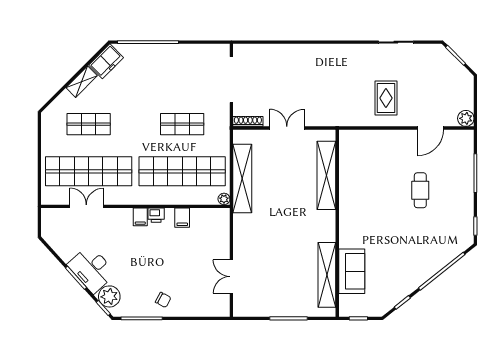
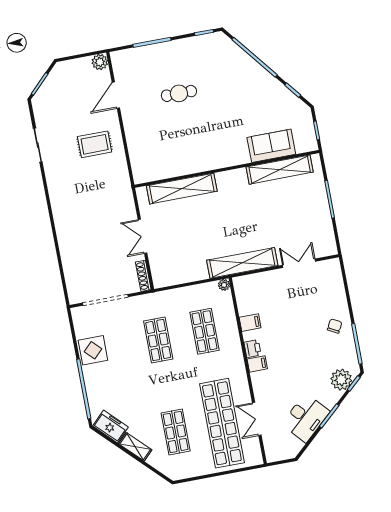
display table: (184, 58) -> (93, 350), added
door: (430, 128) -> (116, 95), swing flipped
shop shelf: (182, 171) -> (205, 331), width x0.50, depth x0.74
shelving: (242, 178) -> (242, 263), moved
desk: (92, 269) -> (306, 418), moved
double door: (231, 277) -> (299, 263), swing flipped

